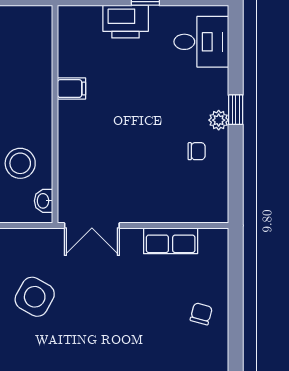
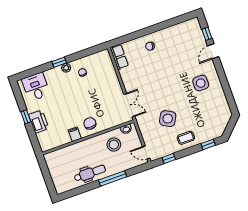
chair: (83, 129) -> (90, 123), added
row of seats: (171, 241) -> (119, 57), moved

